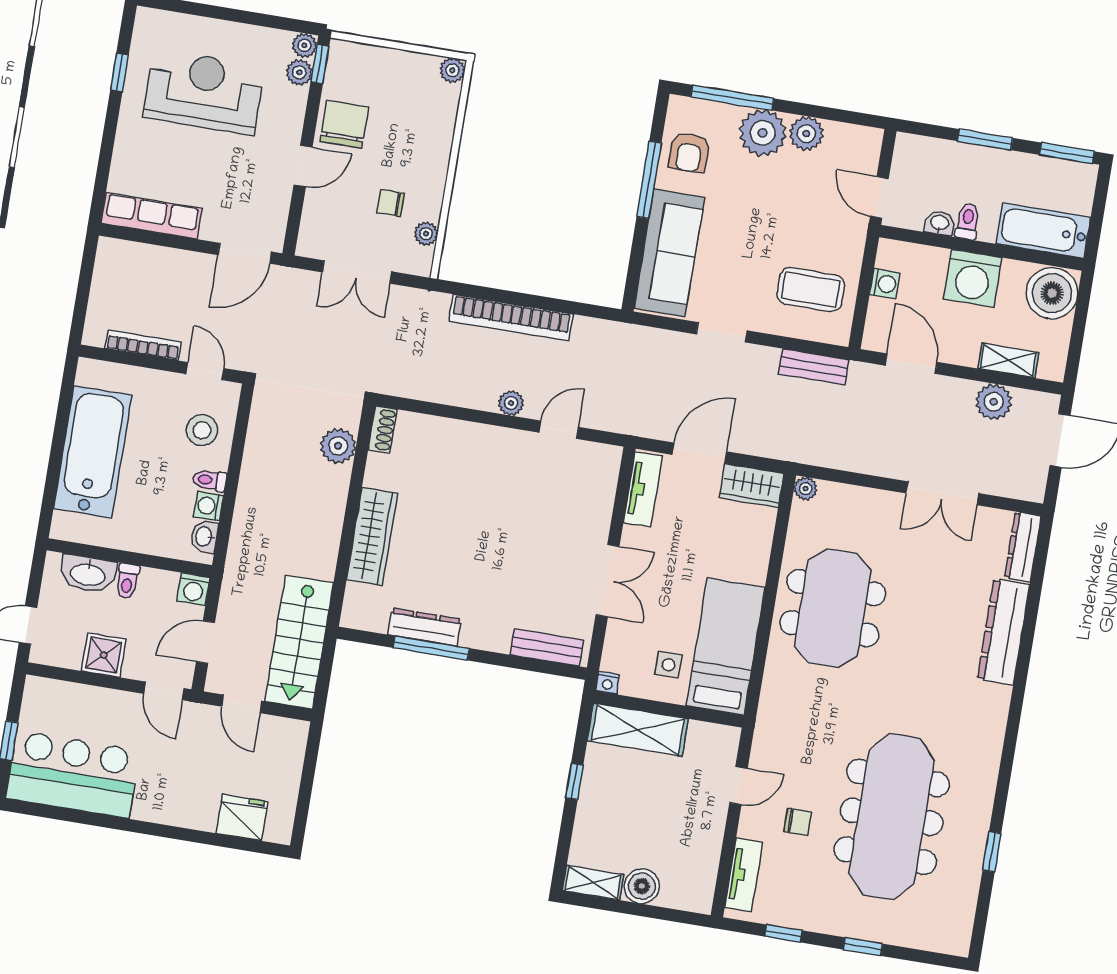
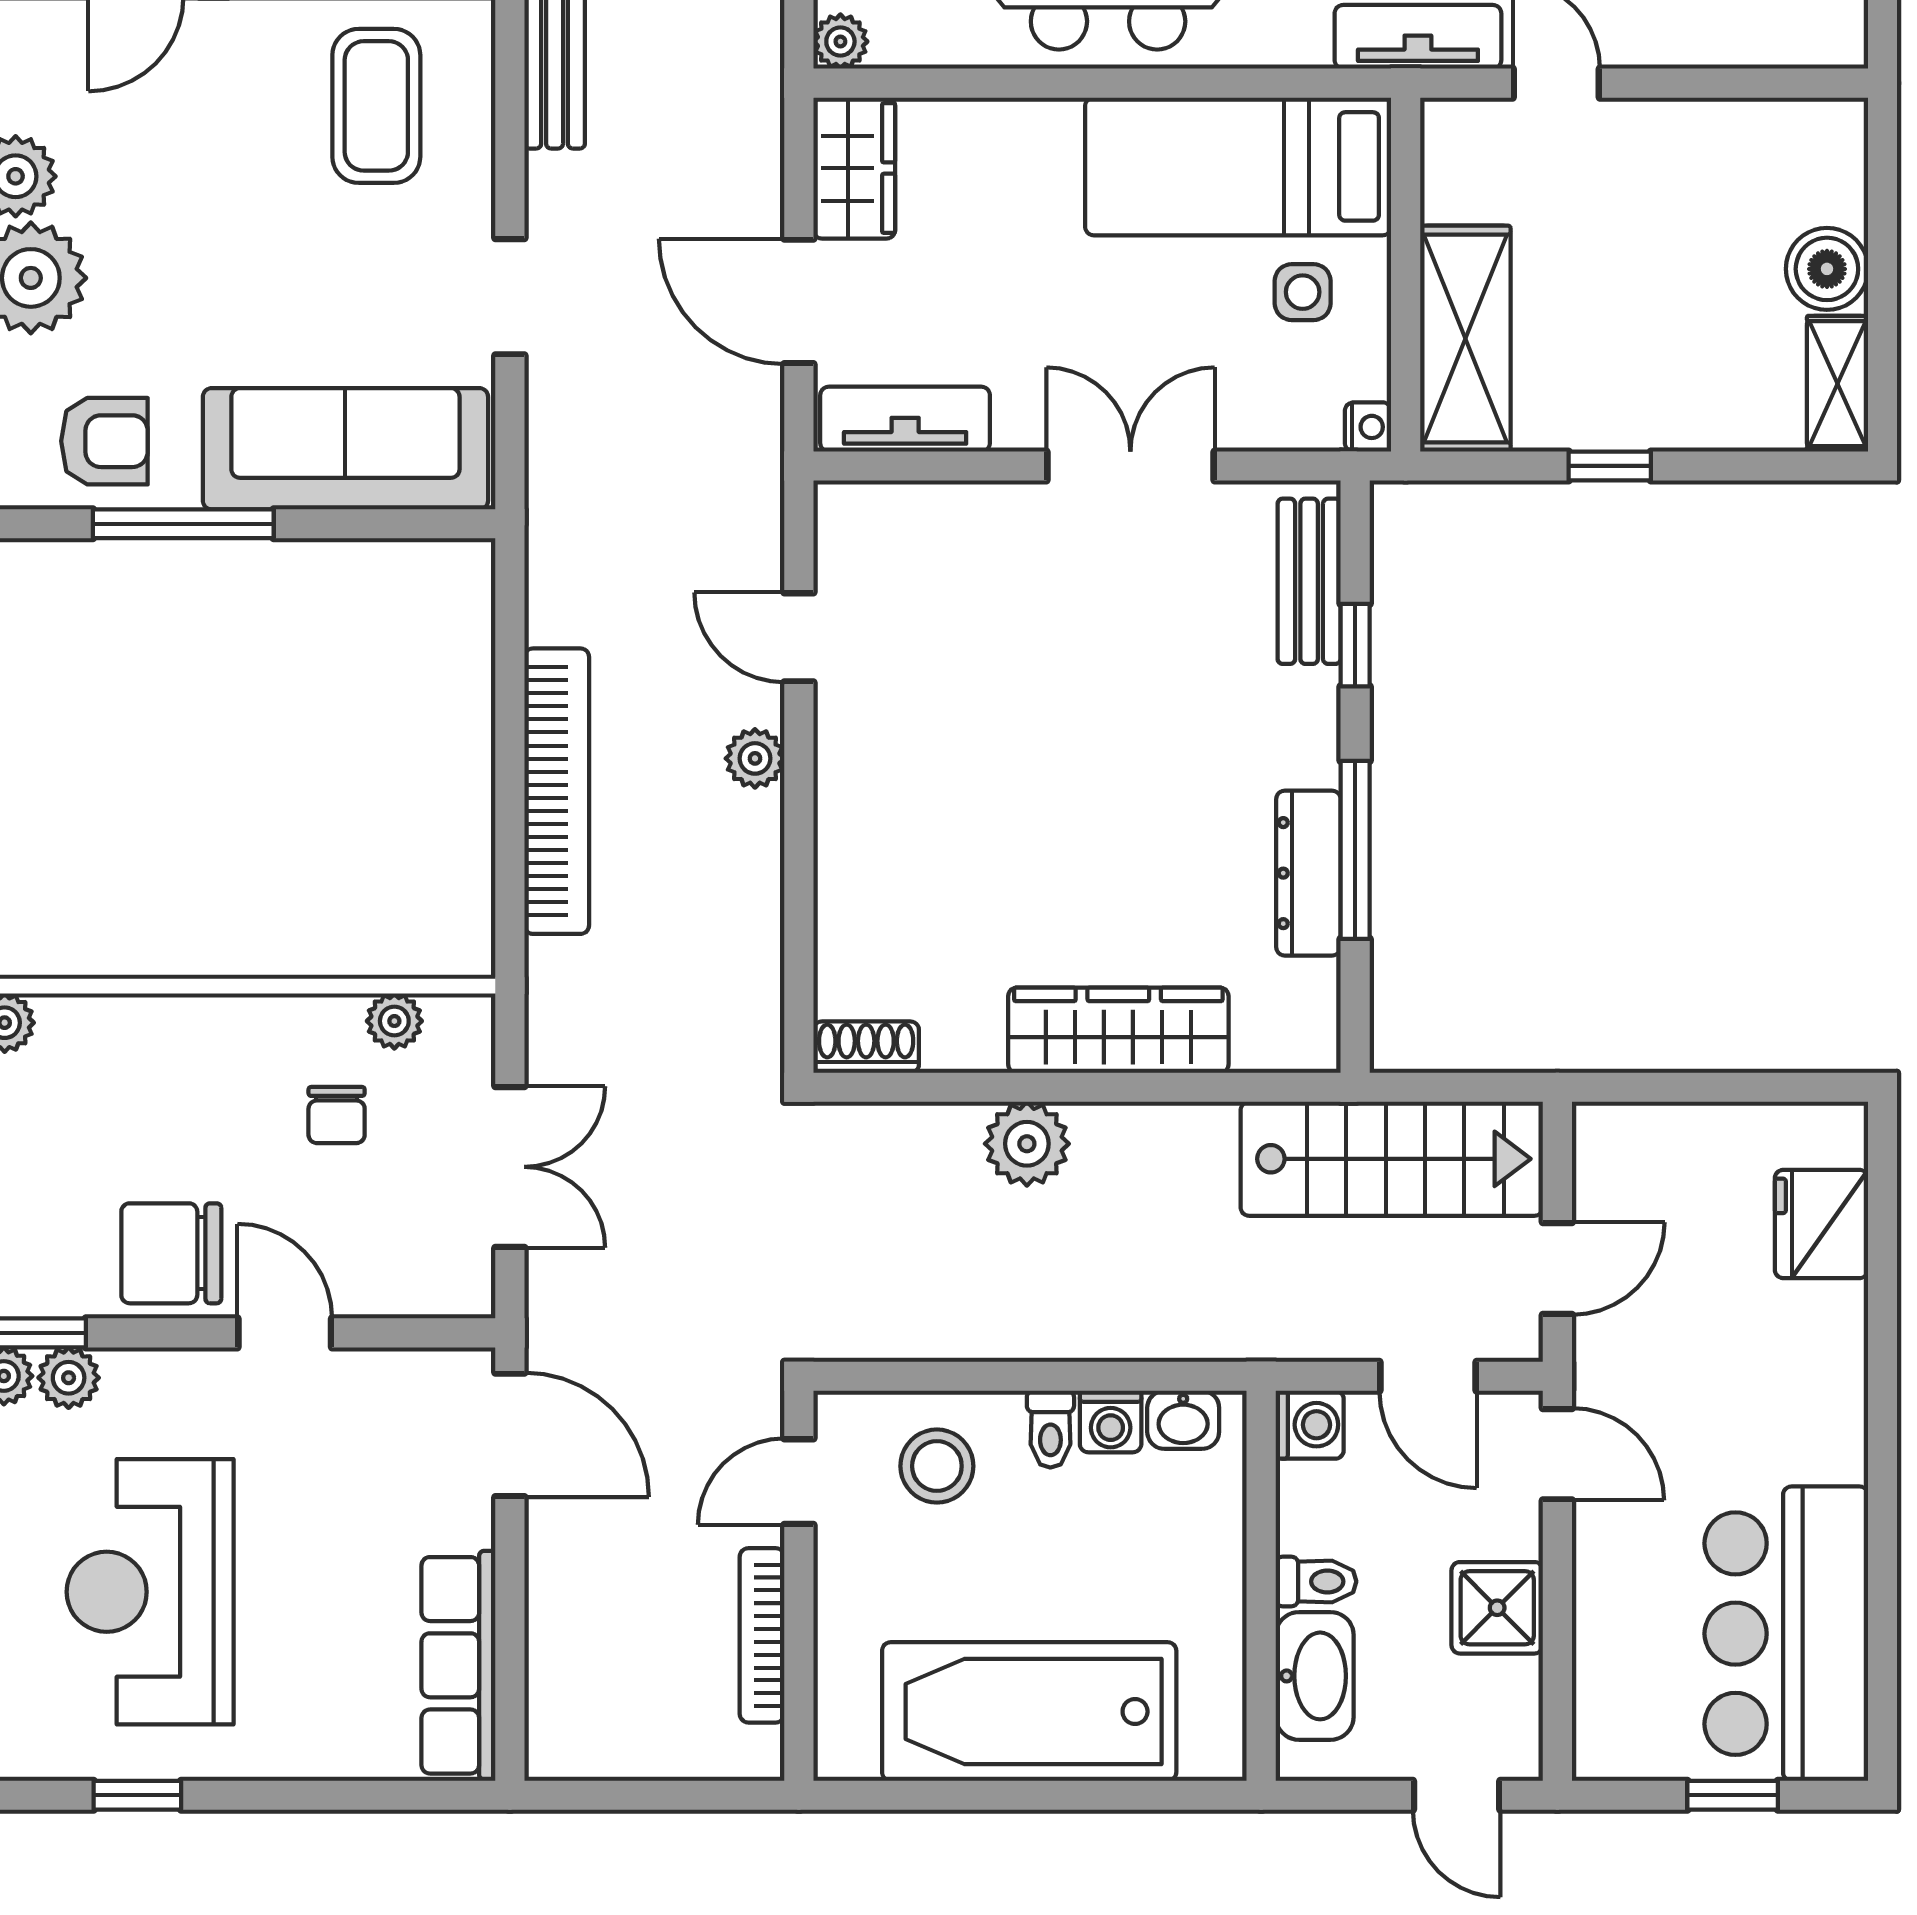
plant: (338, 446) -> (1027, 1144), moved
window: (517, 662) -> (1355, 645), added
door: (164, 691) -> (1557, 1454), hinge flipped
tv unit: (744, 875) -> (1418, 37), moved

